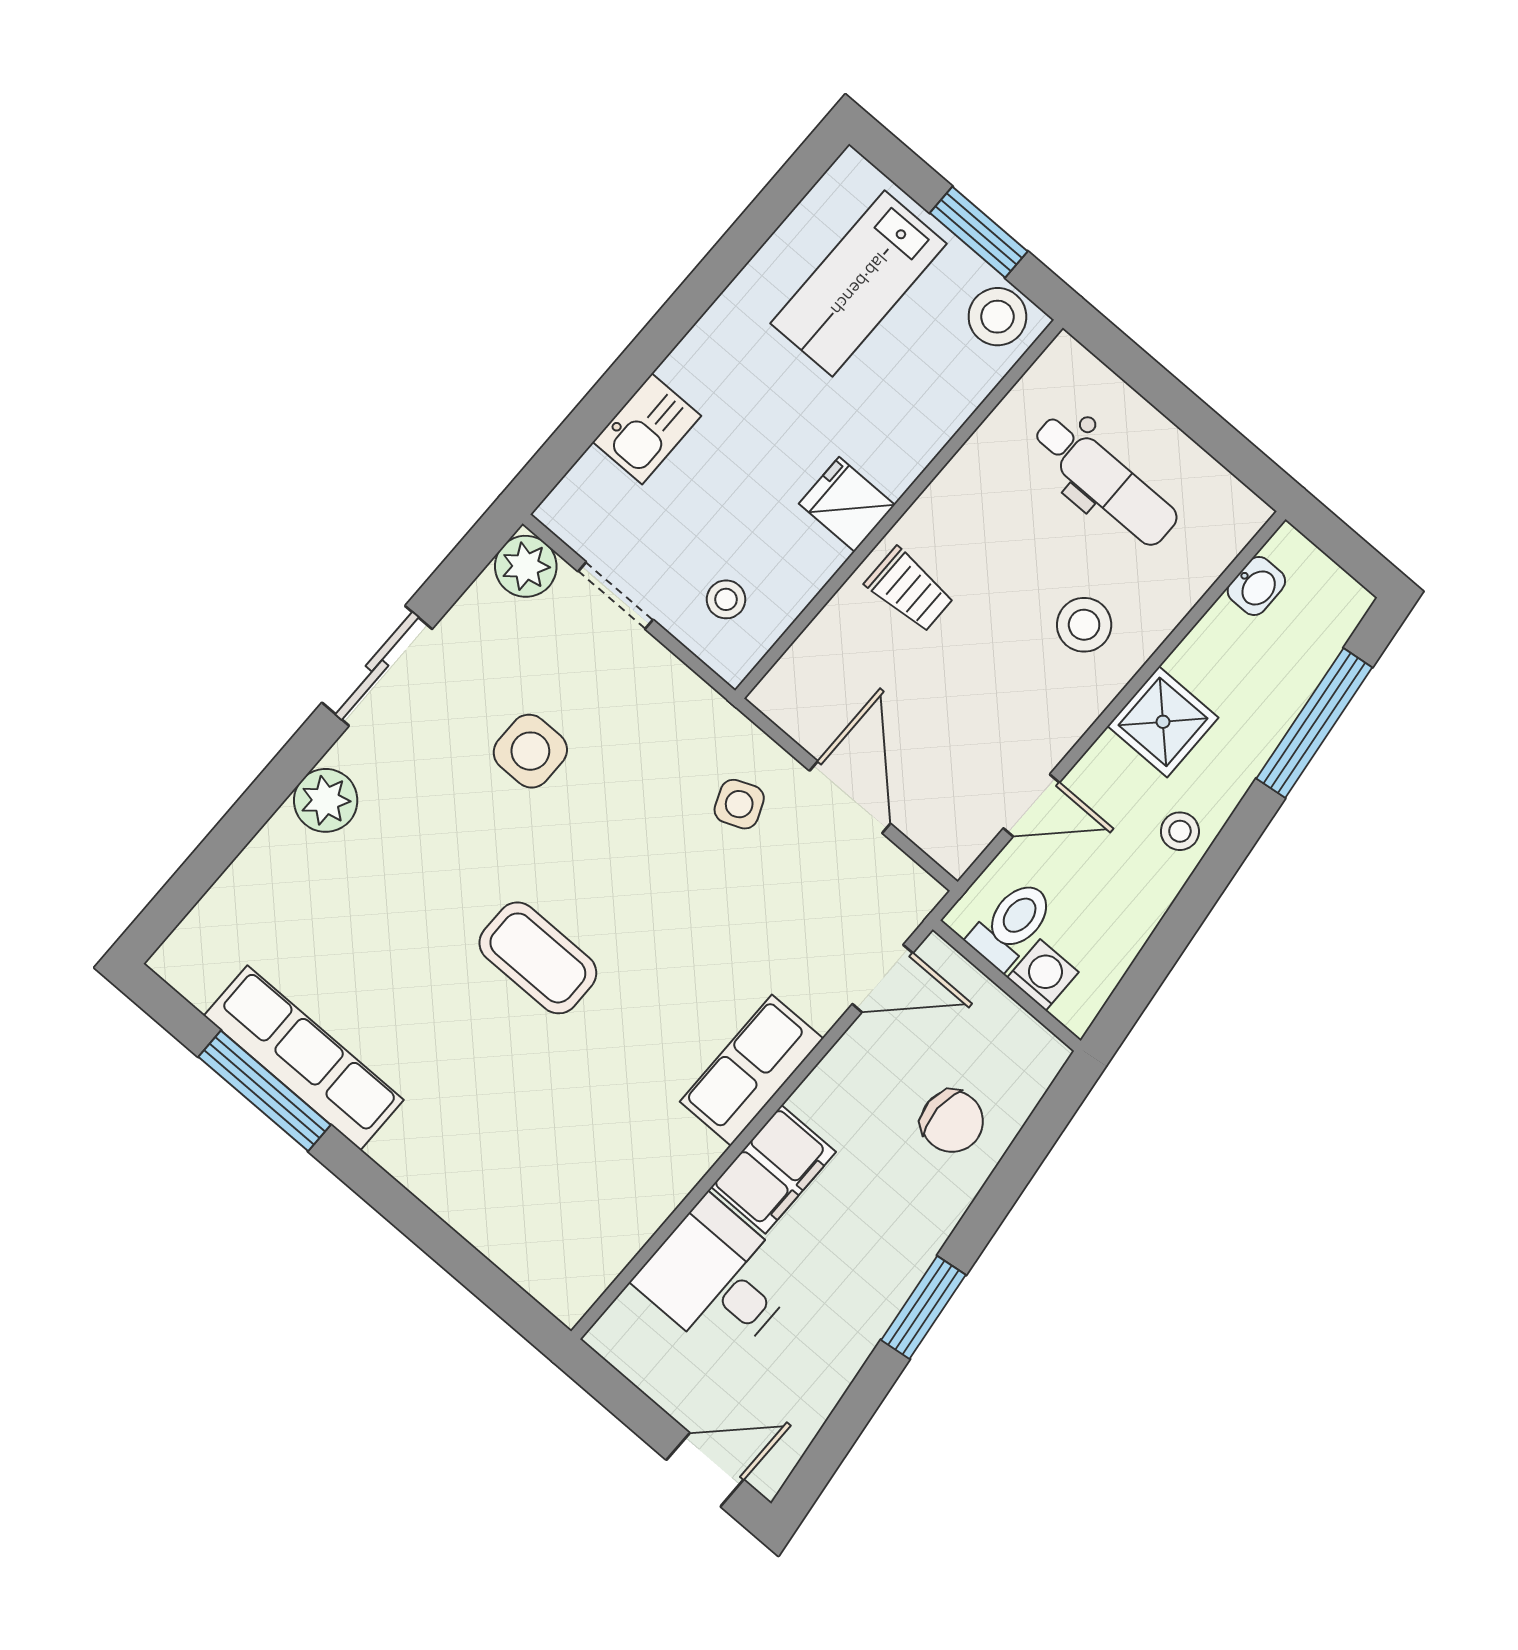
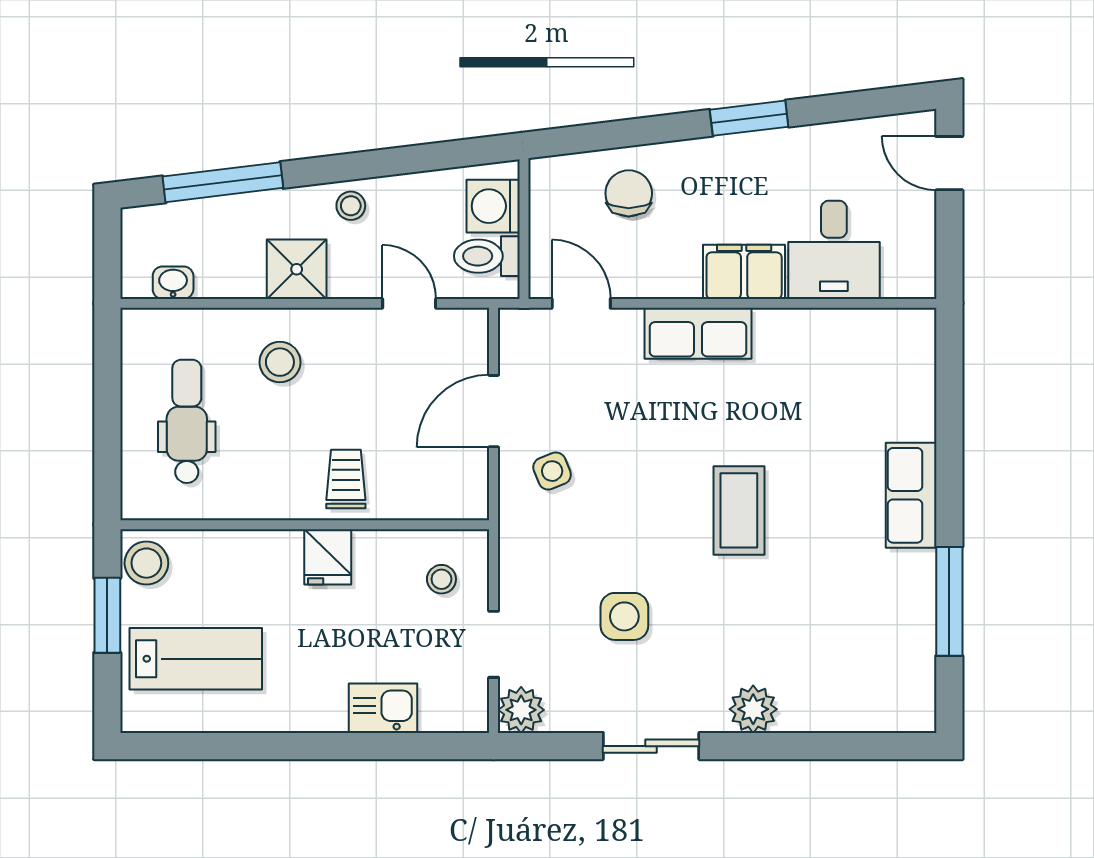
washing machine: (1043, 975) -> (493, 206), width x1.38, depth x1.38
row of seats: (304, 1058) -> (911, 495), moved, width x0.68

